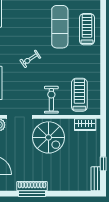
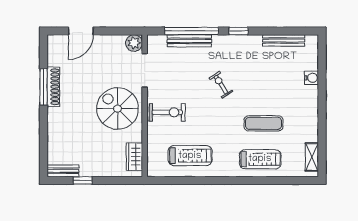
exercise mat: (60, 27) -> (263, 123), width x0.73, depth x0.69
treadmill: (79, 95) -> (190, 156), moved
spiral stairs: (49, 137) -> (118, 109), turned 90

